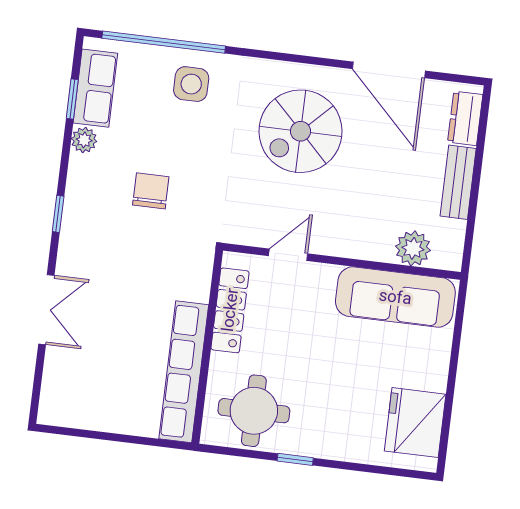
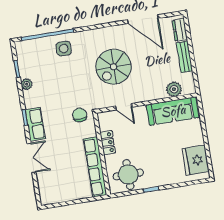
row of seats: (95, 88) -> (35, 124), moved
spiral stairs: (301, 131) -> (114, 67), moved
chair: (151, 191) -> (80, 115), moved
door: (288, 255) -> (124, 107), swing flipped
locker: (230, 310) -> (108, 143), width x0.66

